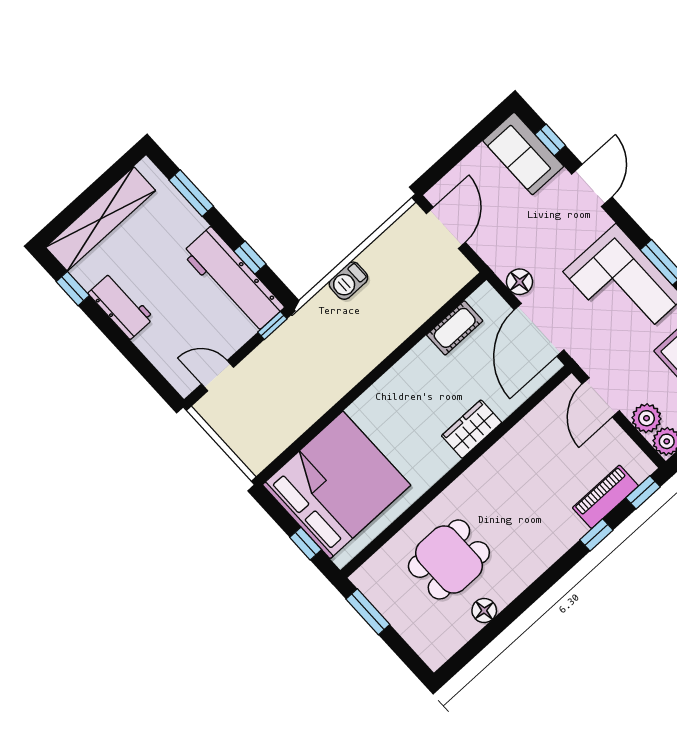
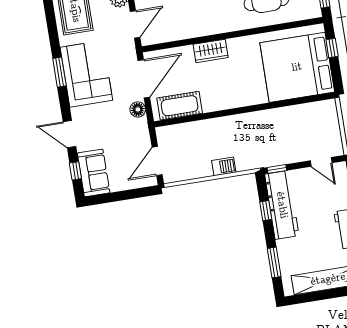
door: (592, 185) -> (69, 134), hinge flipped
cot: (455, 328) -> (180, 106), width x1.37, depth x1.34

